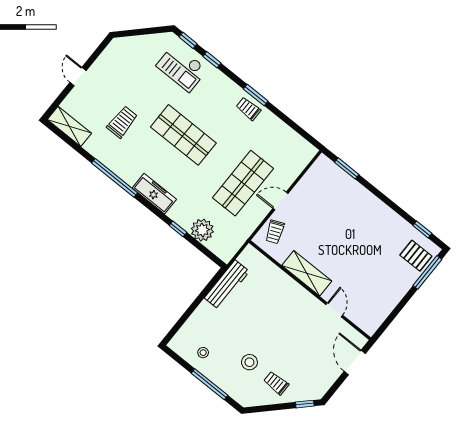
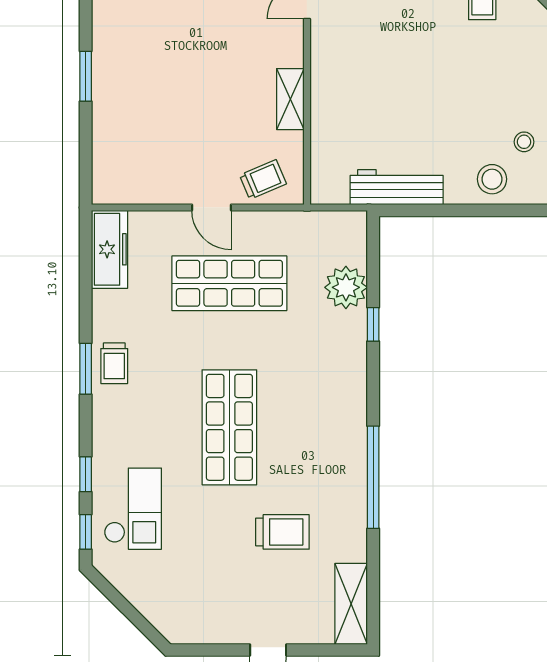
trolley: (122, 122) -> (282, 532), turned 180
window: (347, 168) -> (86, 76), moved
freezer: (154, 194) -> (110, 249), moved, turned 180
shelving: (307, 273) -> (290, 99), width x0.67, depth x0.75
stool: (249, 362) -> (492, 179), moved

